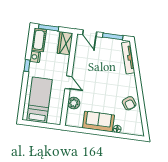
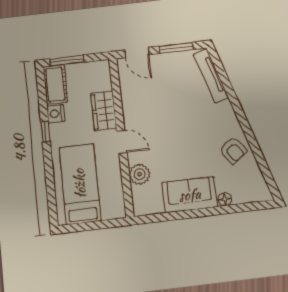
wardrobe: (65, 43) -> (104, 111), moved

